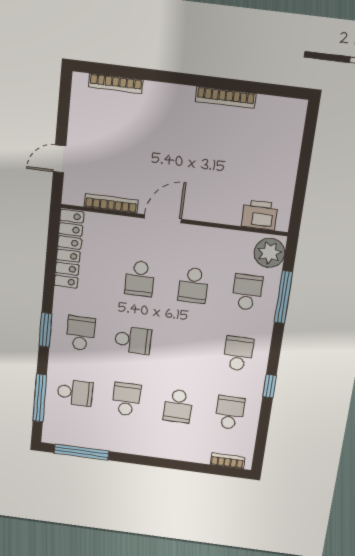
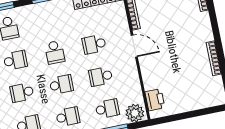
school desk: (81, 333) -> (61, 85), moved

